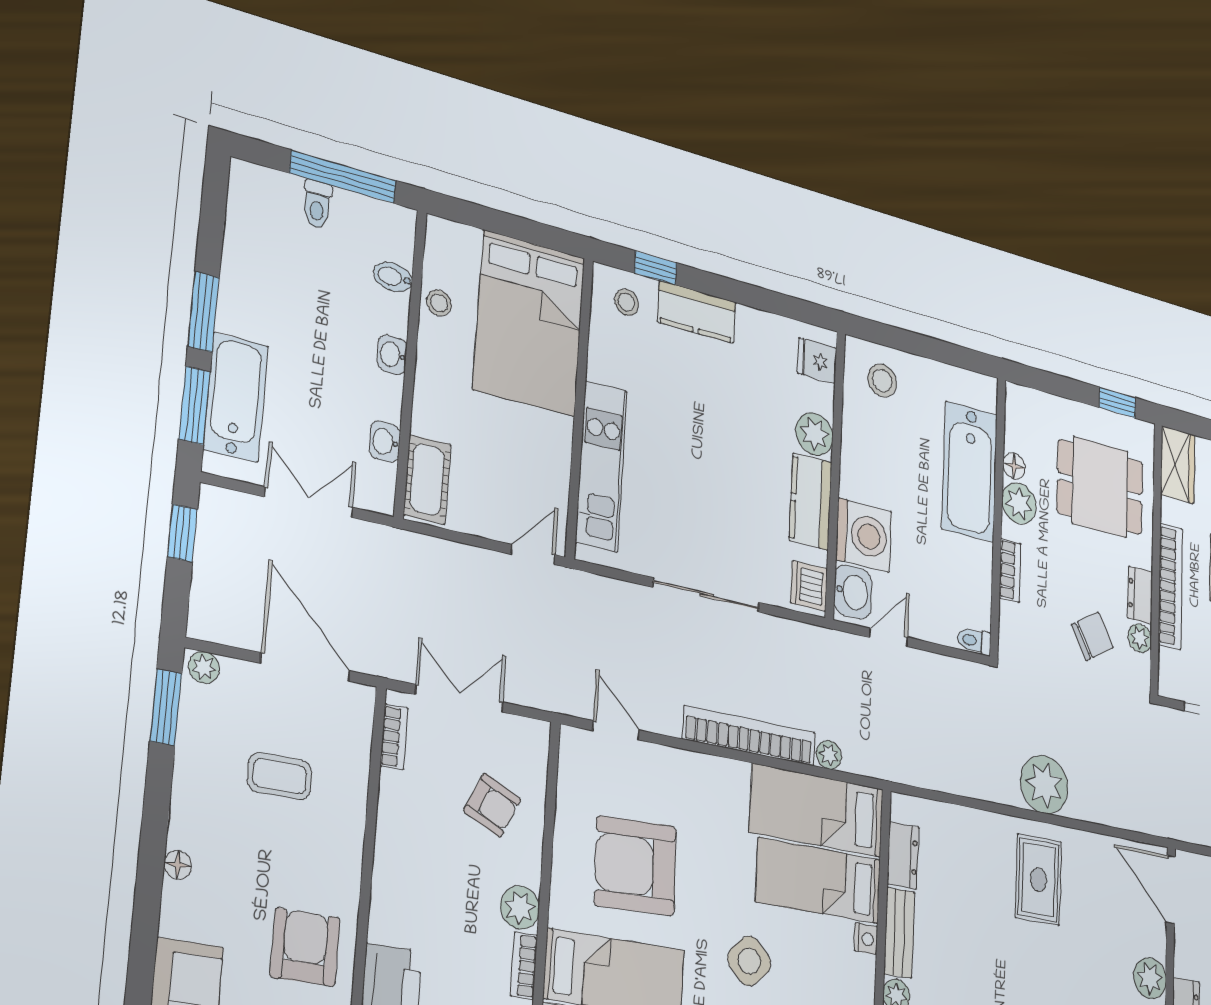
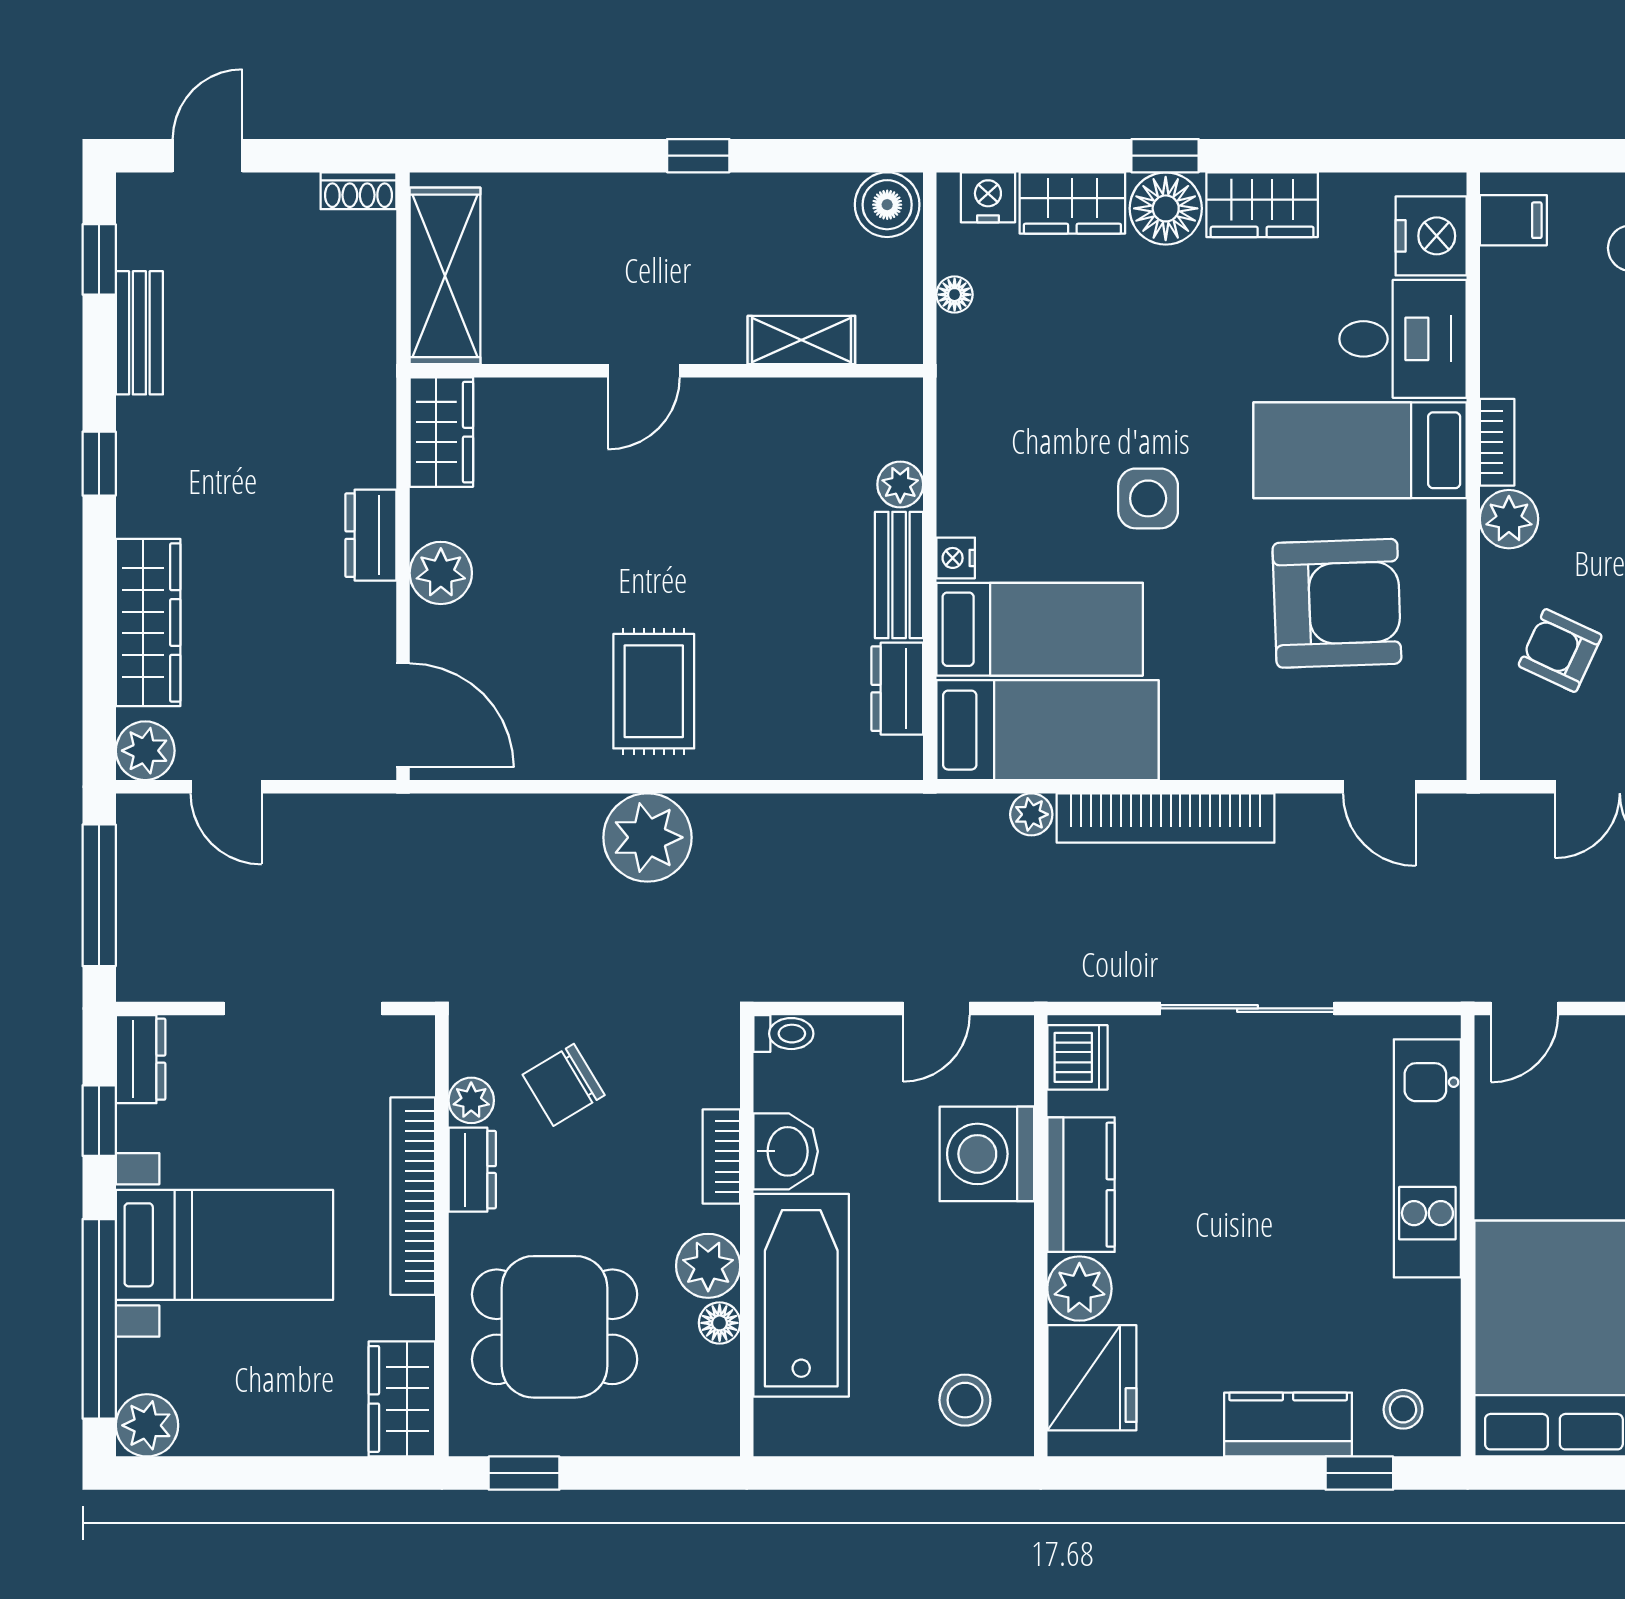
fridge: (817, 361) -> (1092, 1378), width x1.88, depth x1.34
washbasin: (853, 592) -> (786, 1151), moved, turned 180
side table: (749, 961) -> (1148, 498), turned 45

